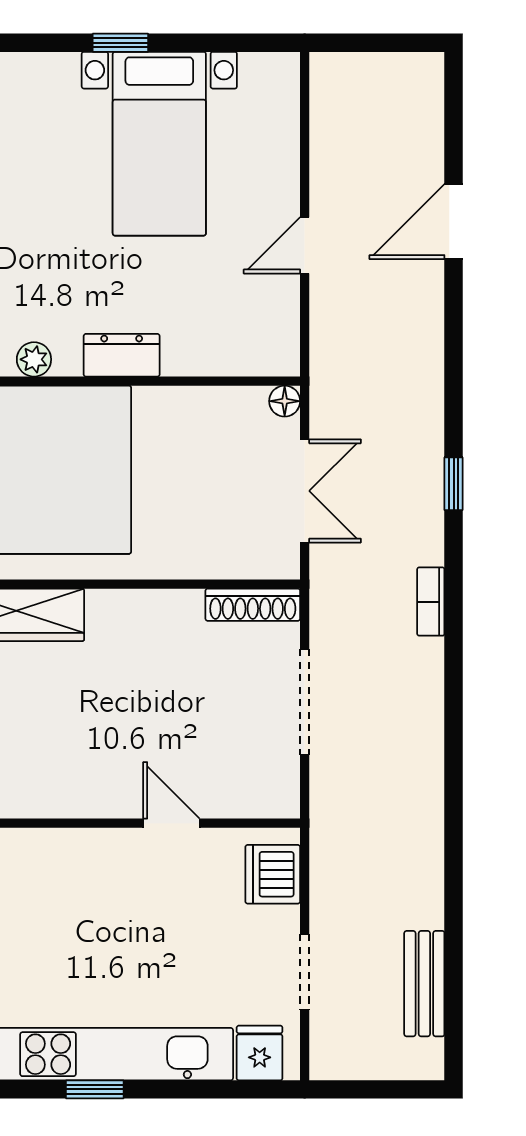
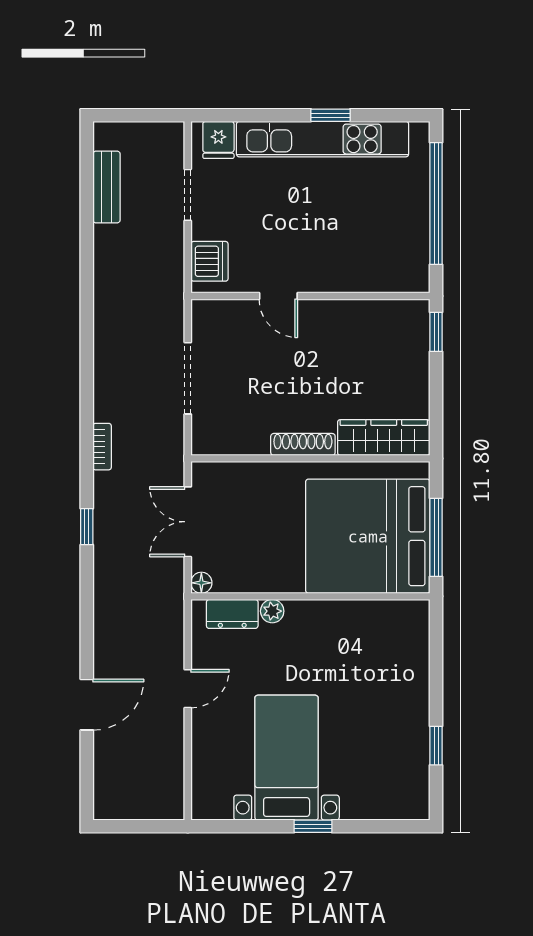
dresser: (122, 355) -> (232, 614), moved
plant: (34, 359) -> (272, 611), moved
shoe rack: (253, 605) -> (303, 444), moved

